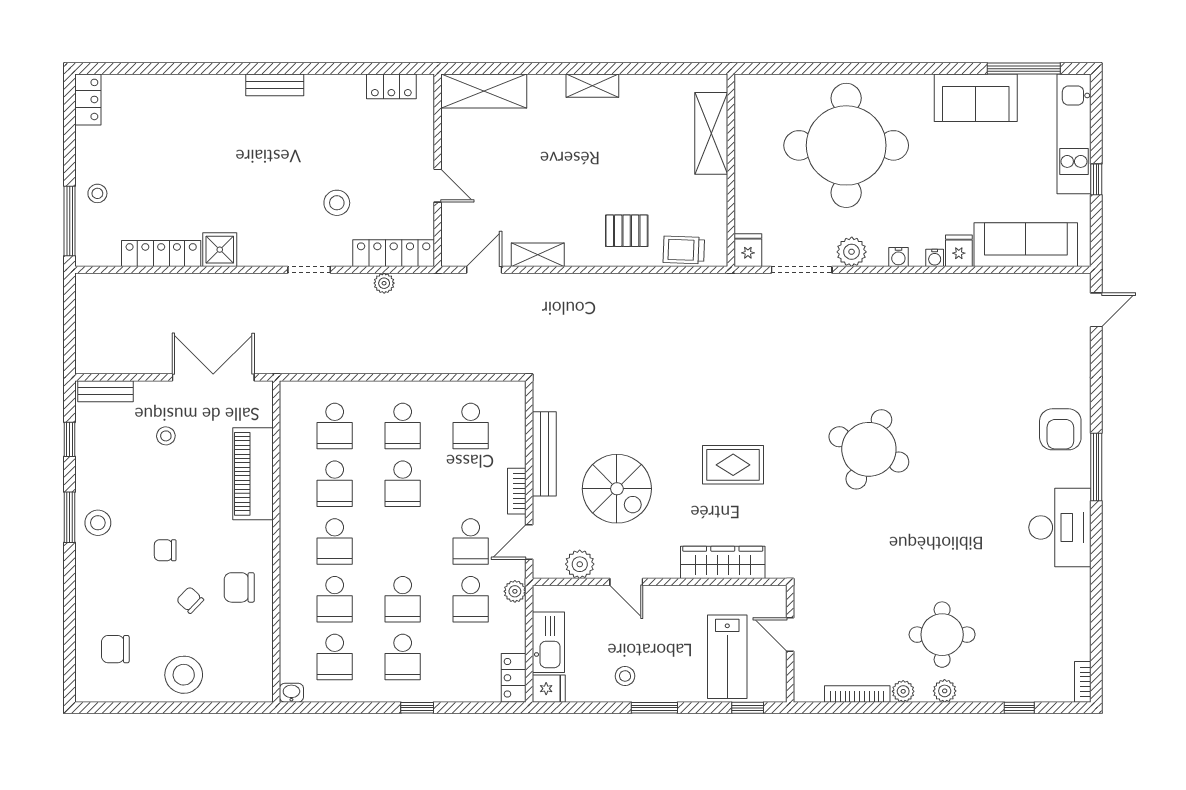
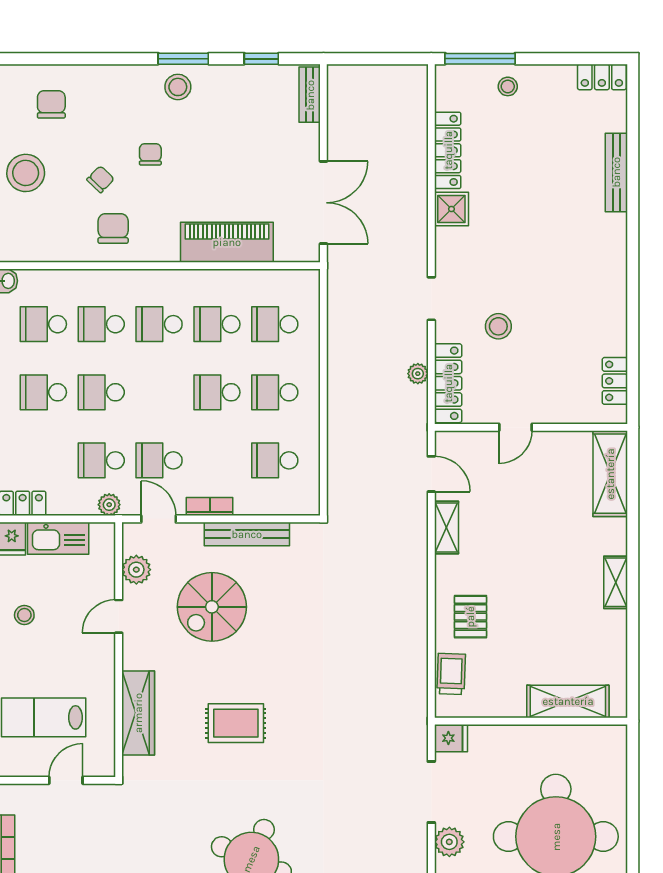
bench: (275, 85) -> (616, 172), moved, width x1.36
stool: (166, 436) -> (265, 155), removed
rug: (733, 465) -> (236, 723), turned 90

